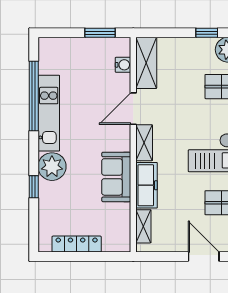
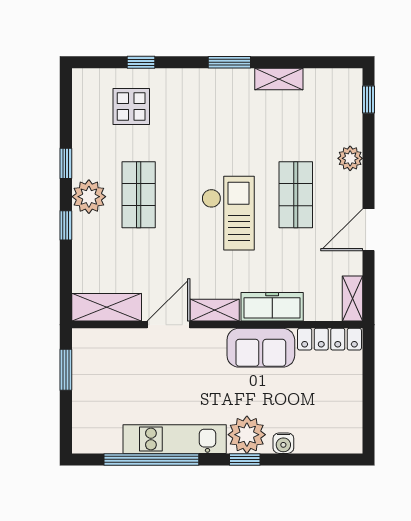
water cooler: (123, 65) -> (283, 443), moved, turned 180
door: (133, 109) -> (168, 325), swing flipped
window: (34, 187) -> (245, 459), moved
shelving: (143, 226) -> (352, 299), moved, turned 90
locker: (77, 244) -> (329, 339), moved, turned -90

